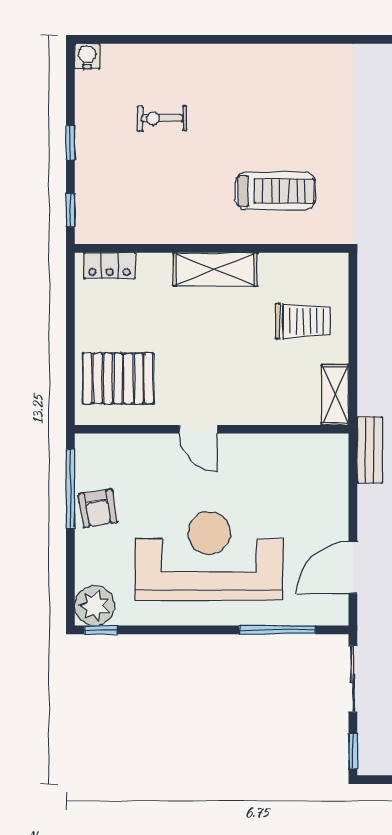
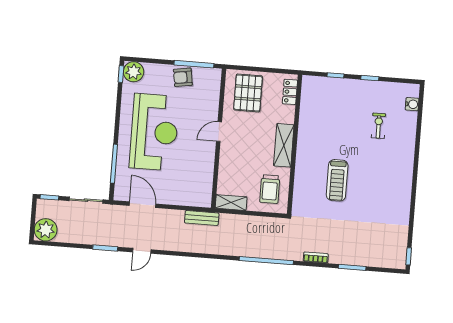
water cooler: (87, 56) -> (412, 104), moved
wall: (212, 248) -> (295, 144), moved
locker: (110, 266) -> (290, 92), moved
shelving: (215, 269) -> (284, 145), moved

